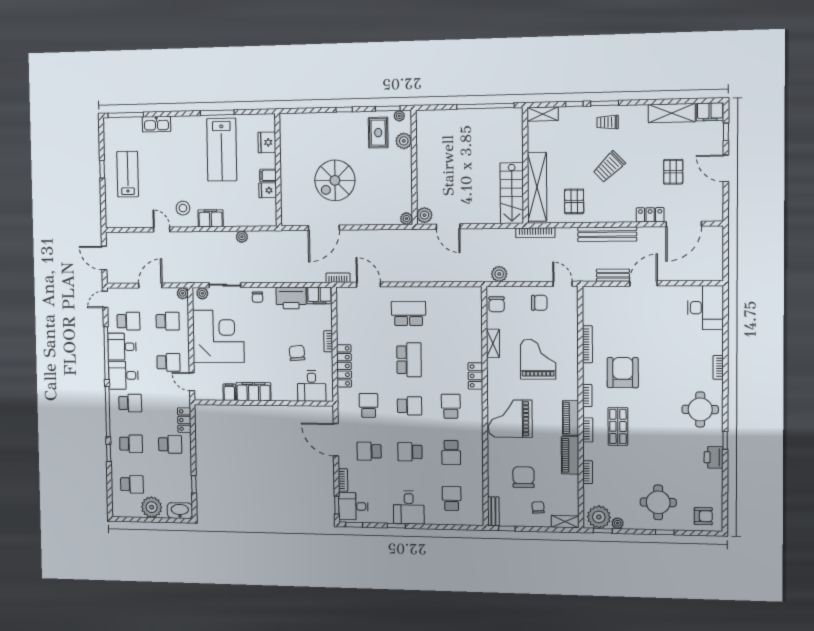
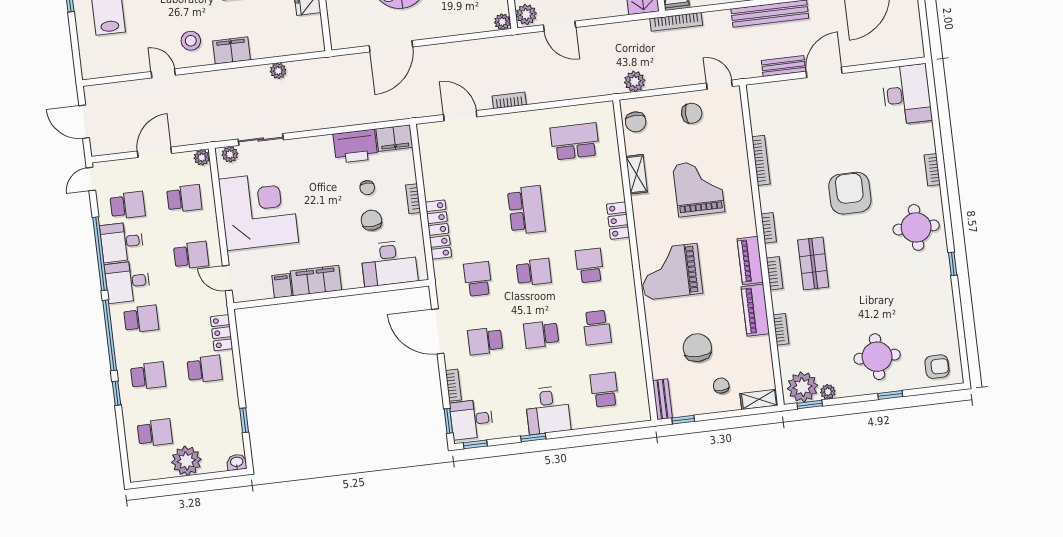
bookcase: (338, 278) -> (509, 100), moved
chair: (257, 297) -> (367, 188), moved
school desk: (408, 313) -> (575, 141), moved
armchair: (623, 373) -> (850, 193), moved
desk: (312, 386) -> (389, 263), width x1.37
printer: (714, 457) -> (941, 288), removed
washbasin: (180, 511) -> (237, 462), width x0.52, depth x0.69

